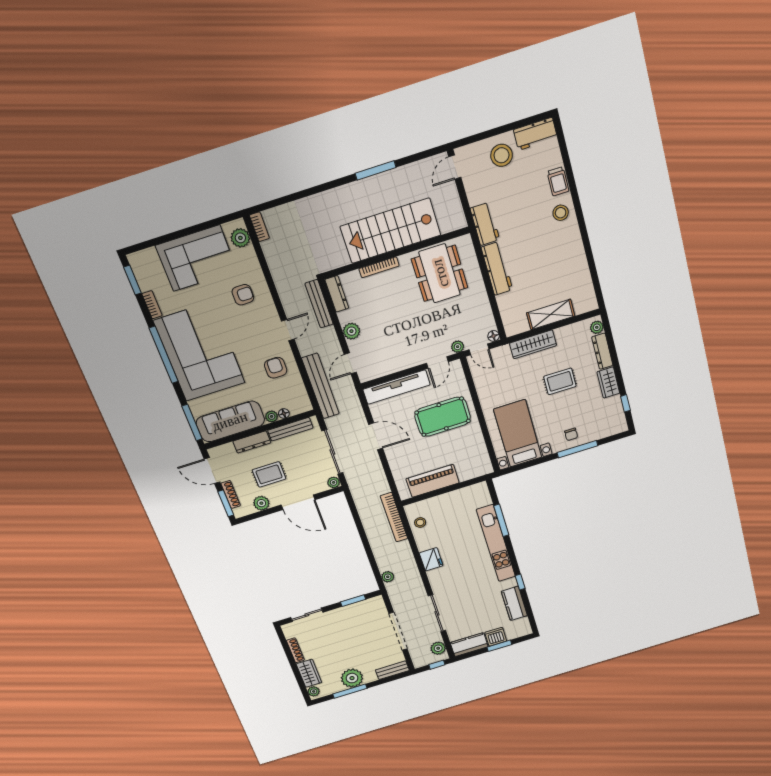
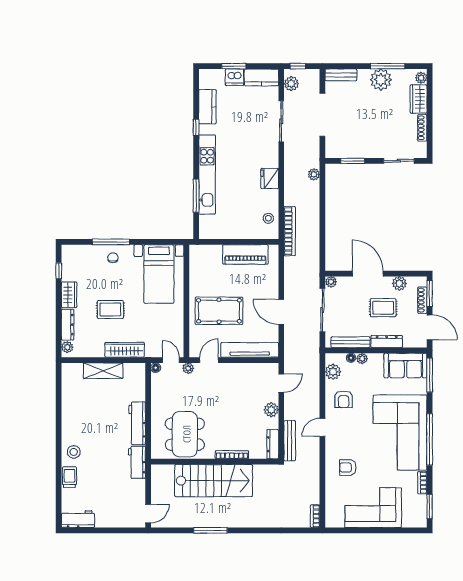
stool: (502, 155) -> (109, 511), removed
plant: (240, 238) -> (333, 372), moved
bench: (320, 386) -> (312, 372), removed
sofa: (230, 421) -> (405, 366), width x0.73

